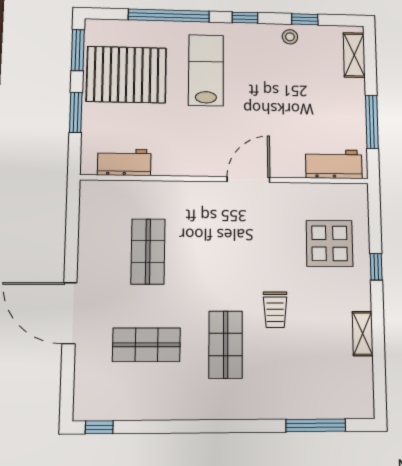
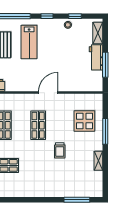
lab bench: (206, 70) -> (29, 42), turned 180
workbench: (334, 164) -> (96, 57), moved, turned -90
window: (376, 267) -> (105, 131), width x2.17
shop shelf: (226, 345) -> (38, 125), moved

